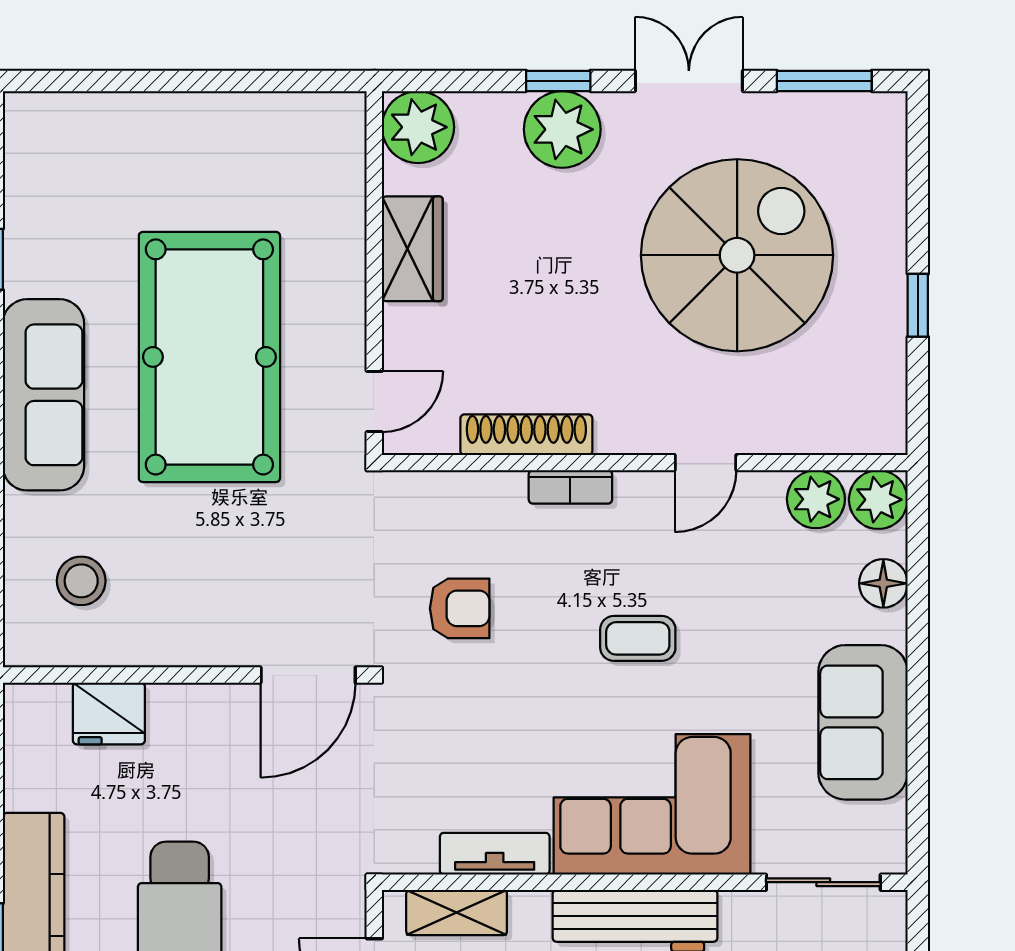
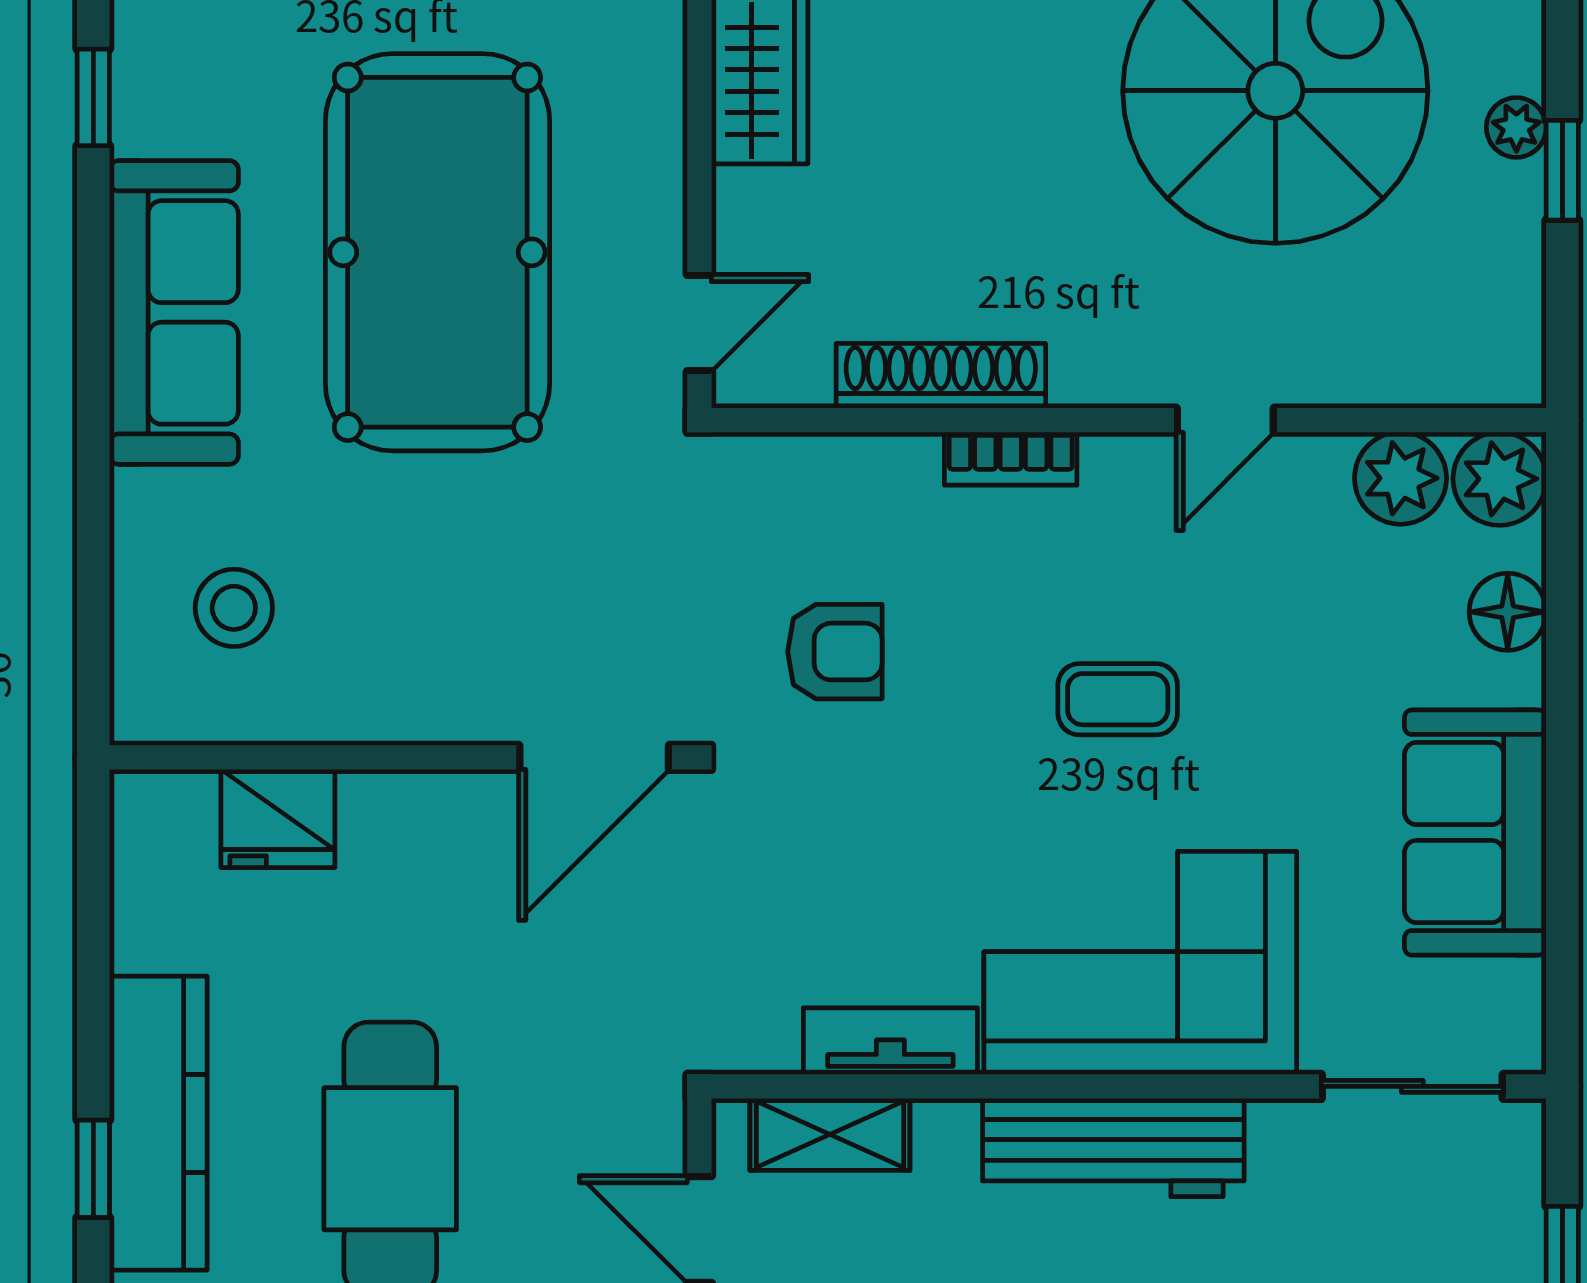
plant: (889, 278) -> (1516, 127), added

